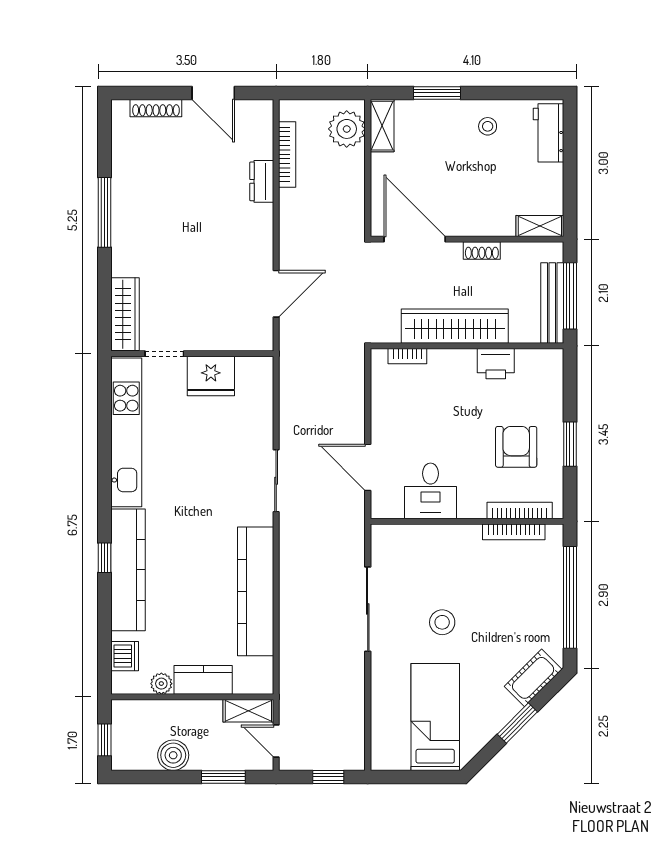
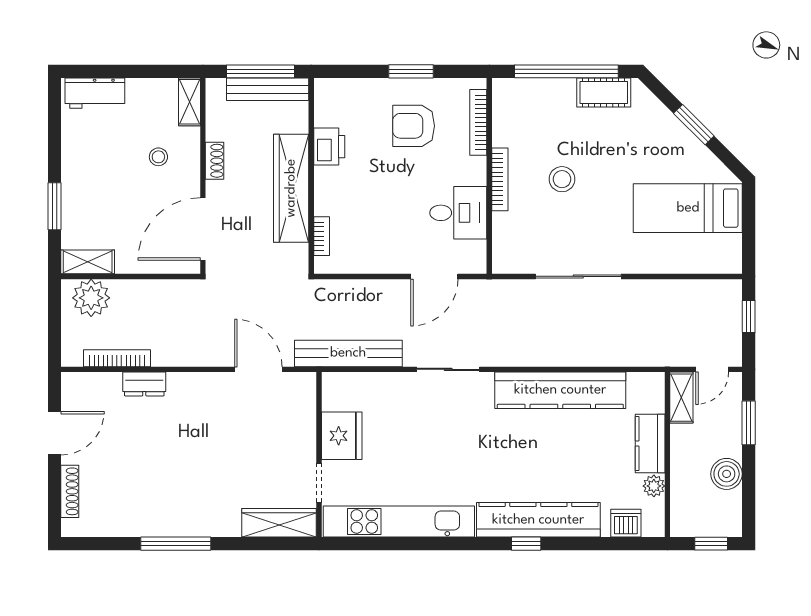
stool: (488, 126) -> (158, 157), moved
bench: (292, 383) -> (348, 353), added
bookcase: (514, 532) -> (500, 179), moved
stool: (442, 622) -> (562, 179), moved
cot: (533, 678) -> (604, 92), moved, turned -45

